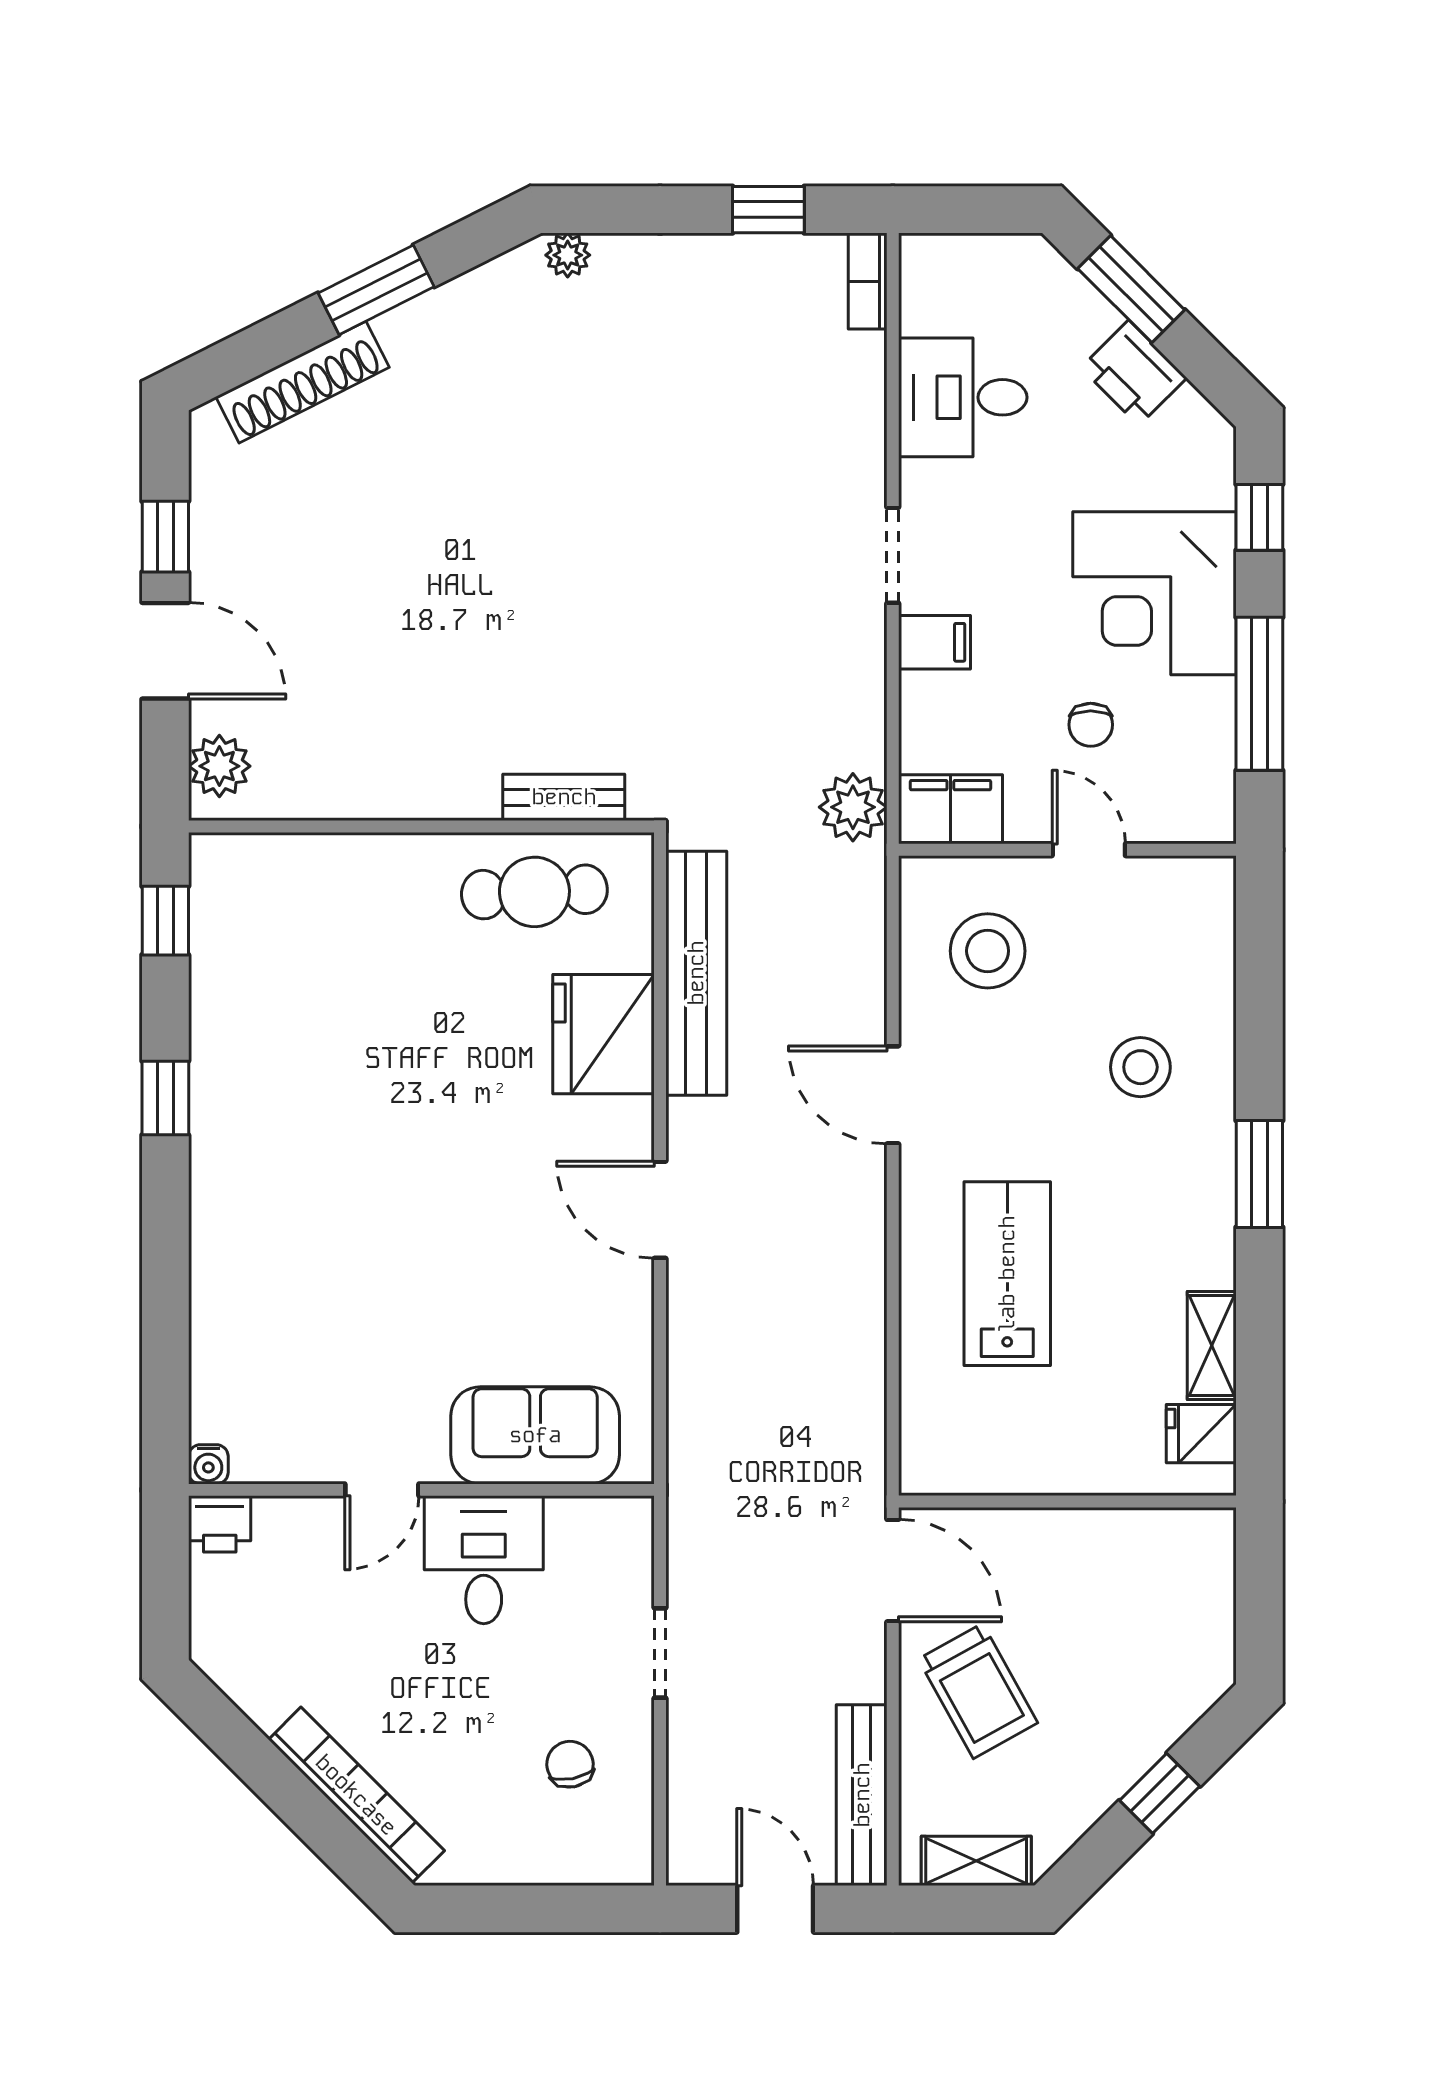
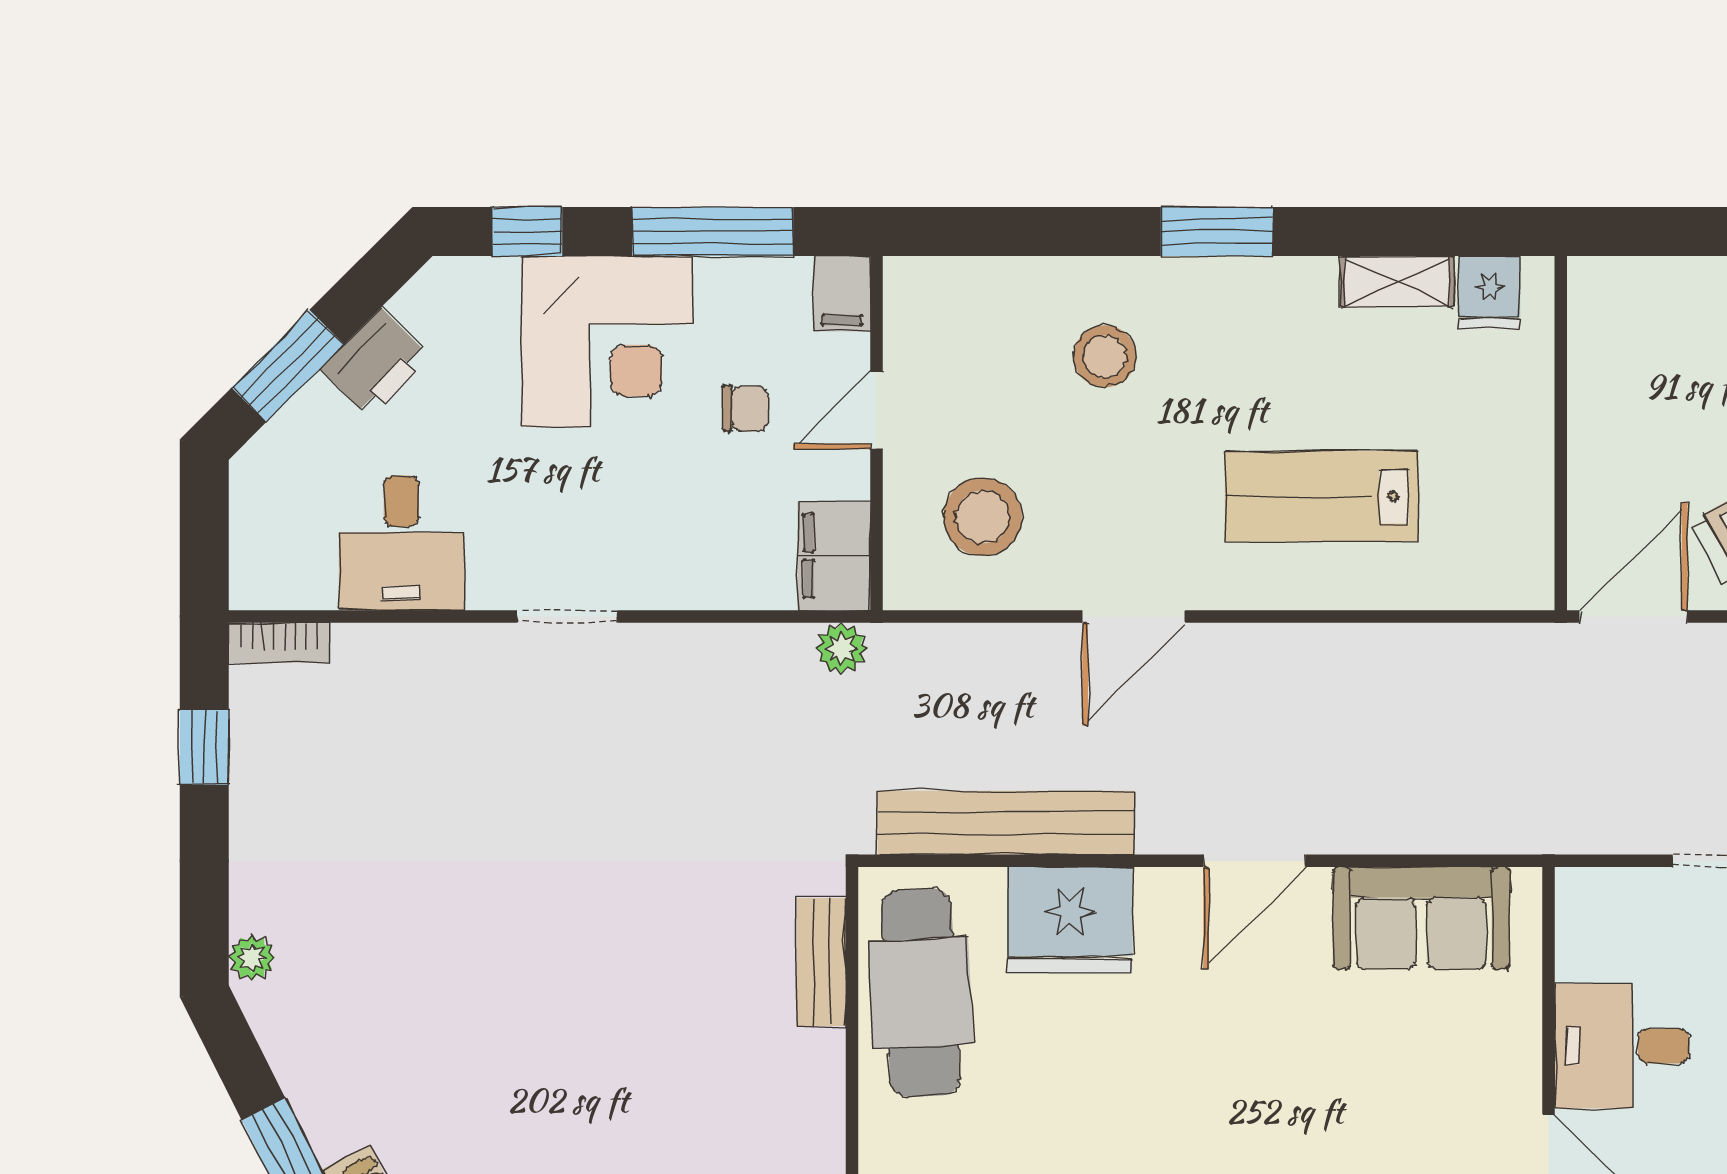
filing cabinet: (935, 642) -> (842, 294), moved, turned 180
plant: (853, 807) -> (842, 648), width x0.73, depth x0.73
cafe table: (534, 892) -> (921, 993), width x1.37, depth x1.35
sofa: (535, 1435) -> (1421, 918), moved, turned -90

